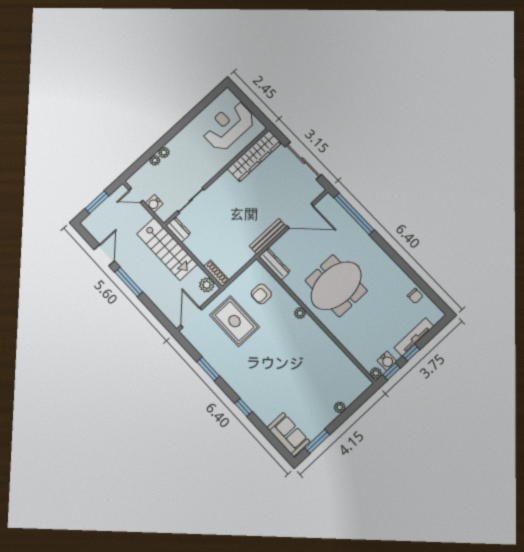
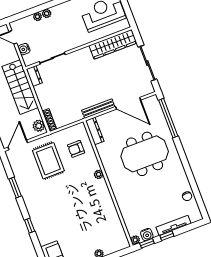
meeting table: (336, 286) -> (145, 154), moved

